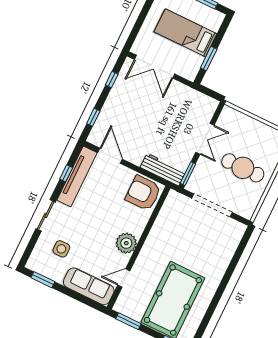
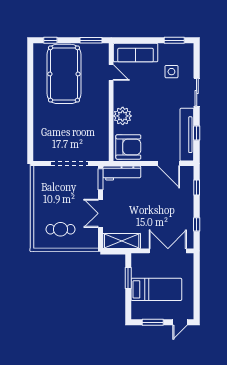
shelving: (197, 100) -> (122, 241), added
cafe table: (243, 168) -> (61, 229), moved, width x0.73, depth x0.74
plant: (126, 243) -> (123, 116), moved
door: (124, 278) -> (111, 73), hinge flipped

